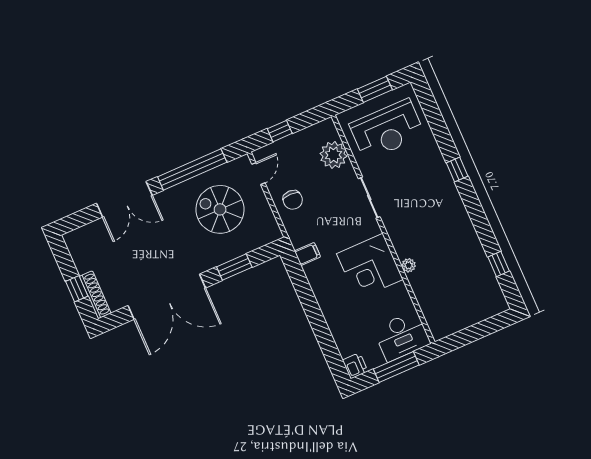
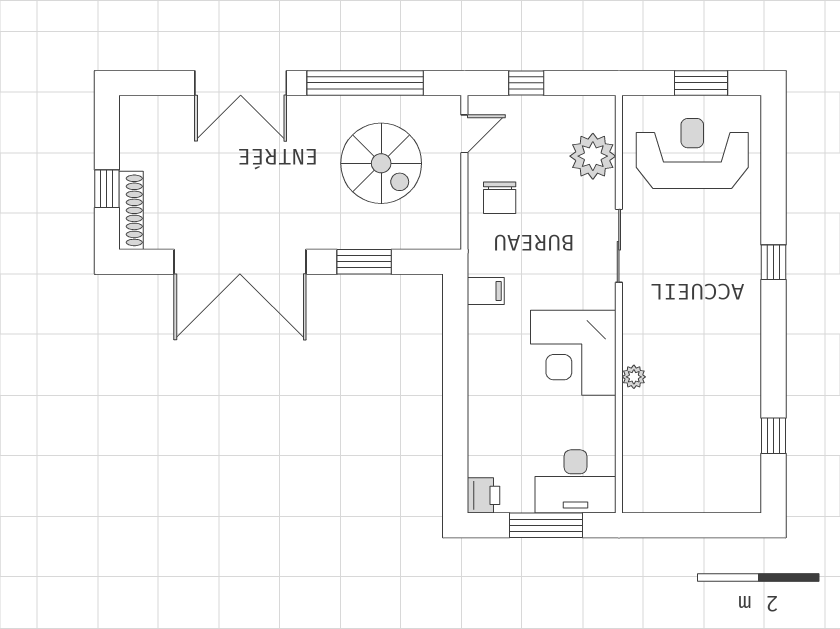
reception desk: (387, 130) -> (692, 153), turned 180
spiral stairs: (220, 209) -> (381, 163), turned 180

